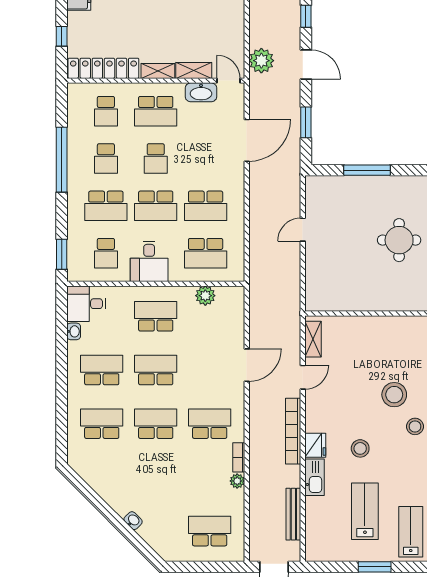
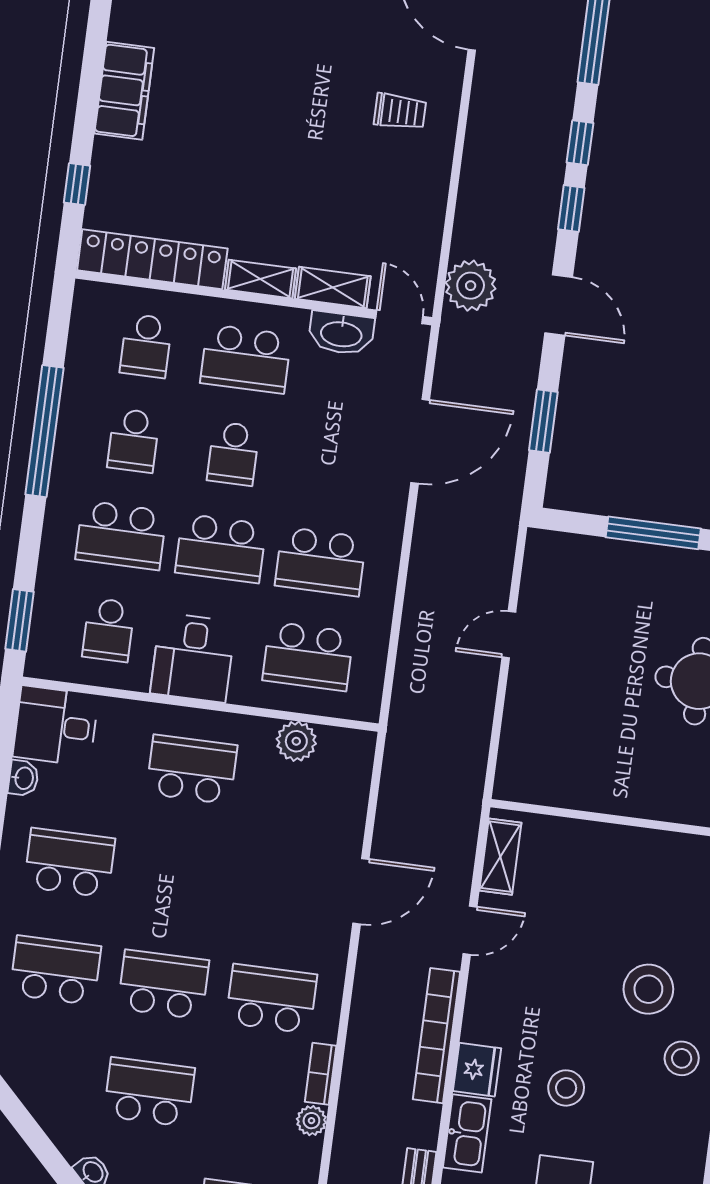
school desk: (156, 370) -> (149, 1092), moved

